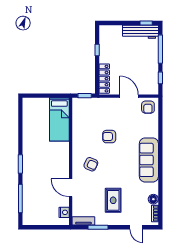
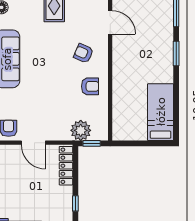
plant: (93, 105) -> (81, 130), added
bed: (59, 119) -> (161, 112), moved
armchair: (109, 137) -> (90, 86), moved

